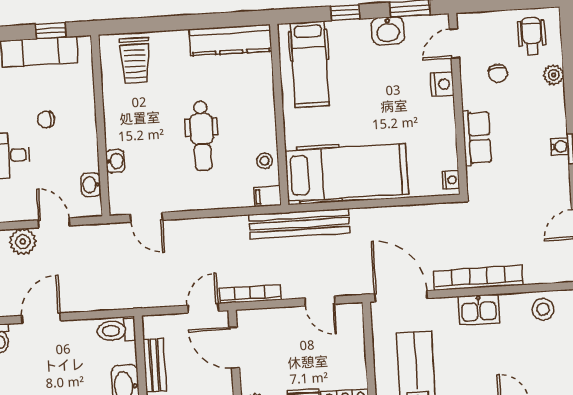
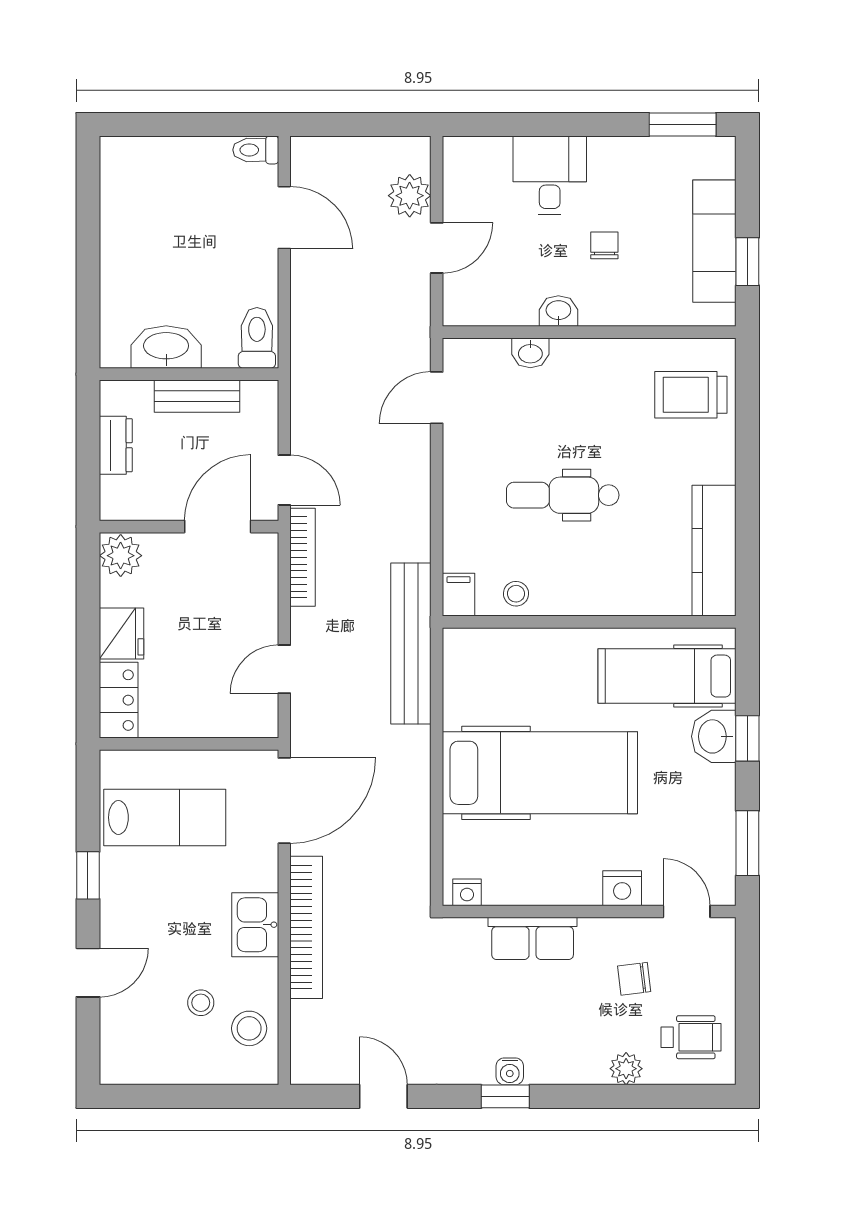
washbasin: (388, 31) -> (714, 736), moved
hospital bed: (347, 172) -> (540, 773), moved, turned -90
washbasin: (91, 185) -> (558, 311), moved
stool: (529, 340) -> (201, 1003), added

